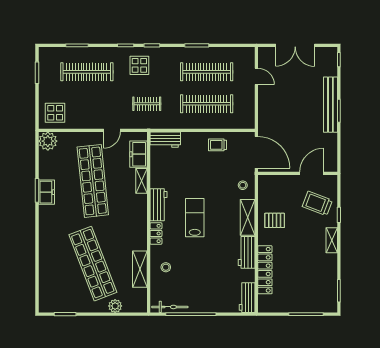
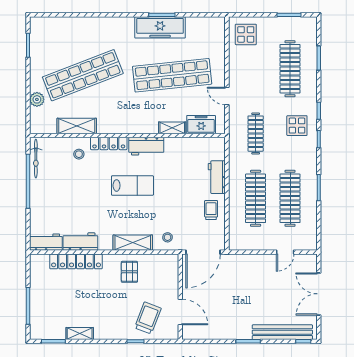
clothes rail: (147, 104) -> (256, 134), width x1.36
bench: (330, 105) -> (282, 332), moved
workbench: (165, 140) -> (217, 177), moved
plant: (48, 141) -> (215, 27), removed
freezer: (46, 192) -> (160, 27), width x1.91, depth x1.26
locker: (156, 233) -> (109, 144), width x1.53
shelving: (332, 240) -> (80, 334), moved
workbench: (247, 252) -> (80, 242), moved

